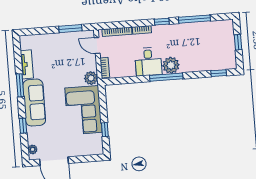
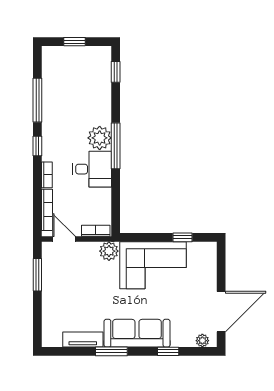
door: (97, 46) -> (64, 239), swing flipped

